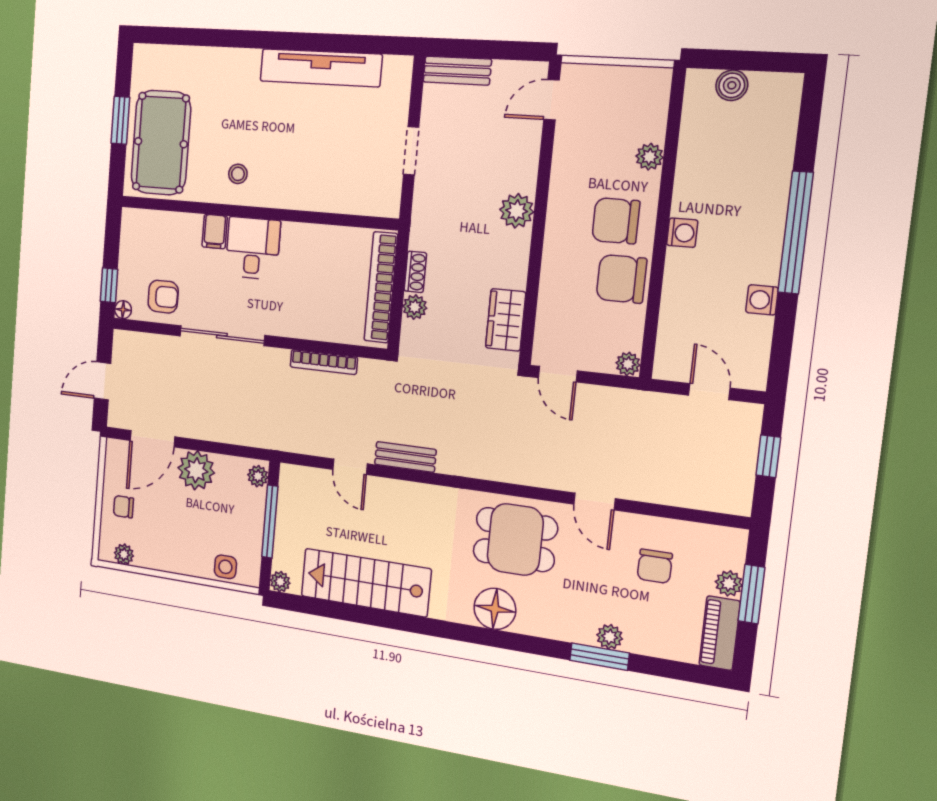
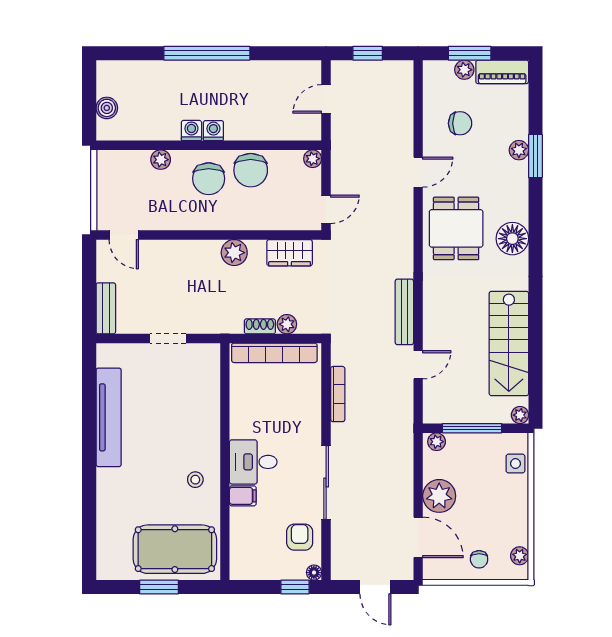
plant: (517, 211) -> (234, 253), moved
washing machine: (762, 300) -> (191, 131), moved, turned 180
bench: (405, 457) -> (404, 312), width x1.36

